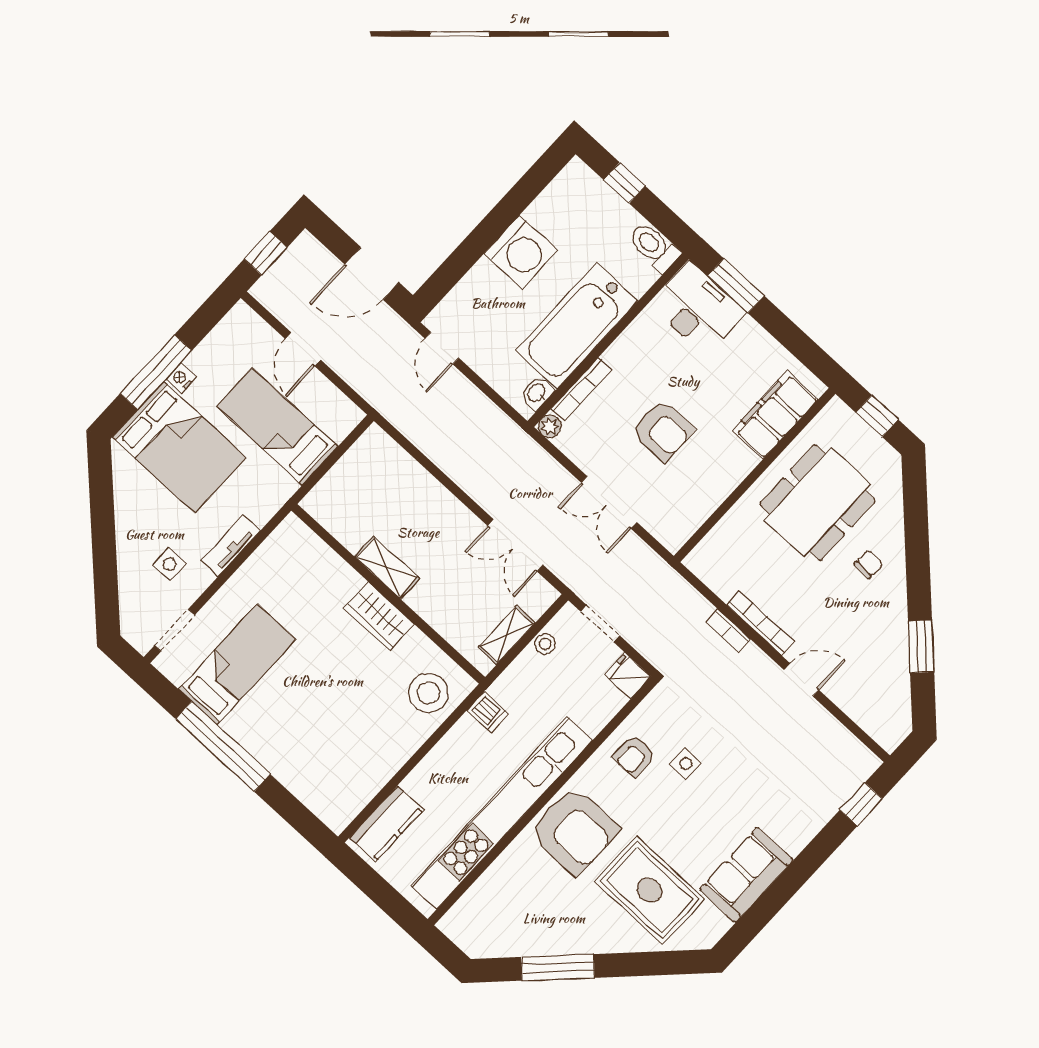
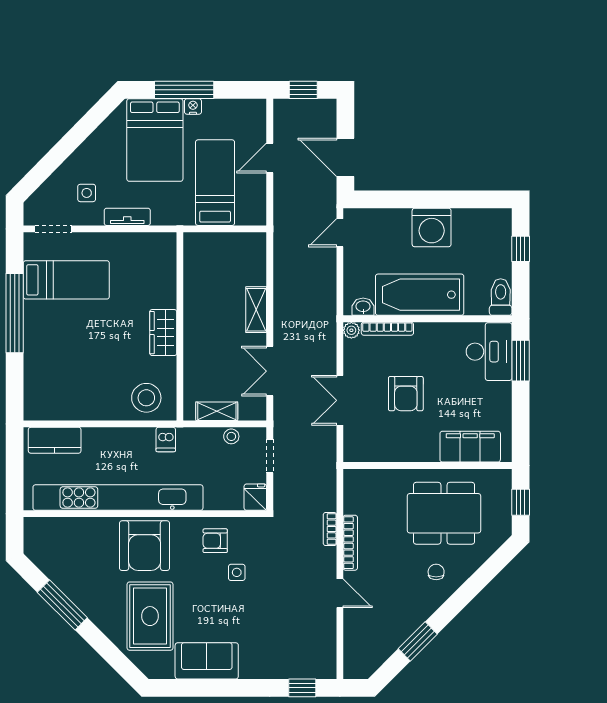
chair: (869, 564) -> (436, 572), turned -93
shelving: (387, 568) -> (256, 310), moved

